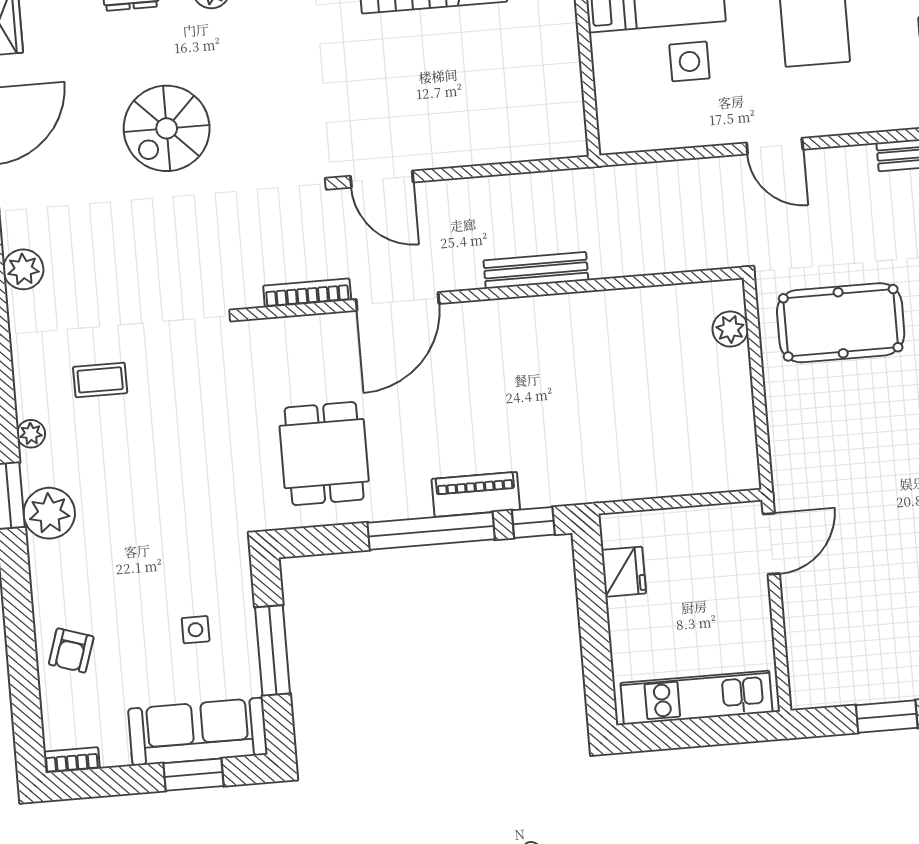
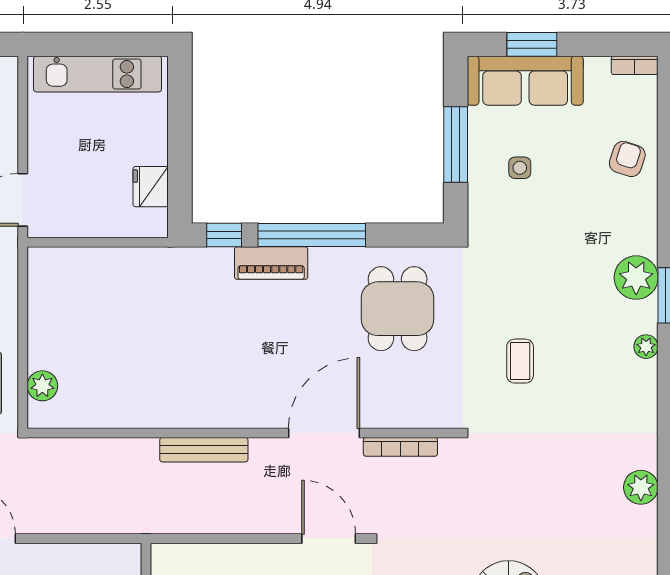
coffee table: (100, 380) -> (520, 361), moved, turned 90

